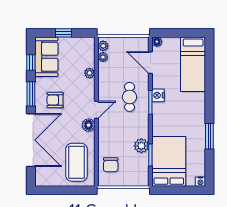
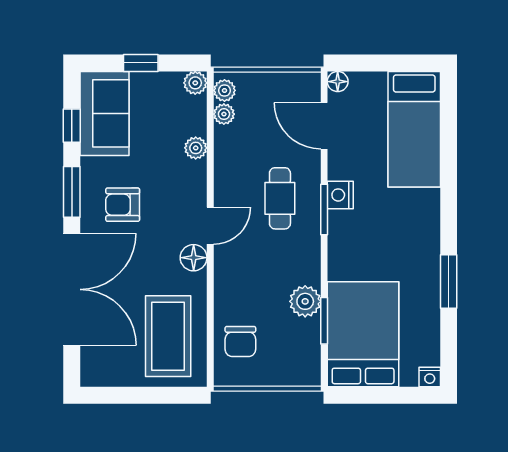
plant: (89, 42) -> (195, 83), added

